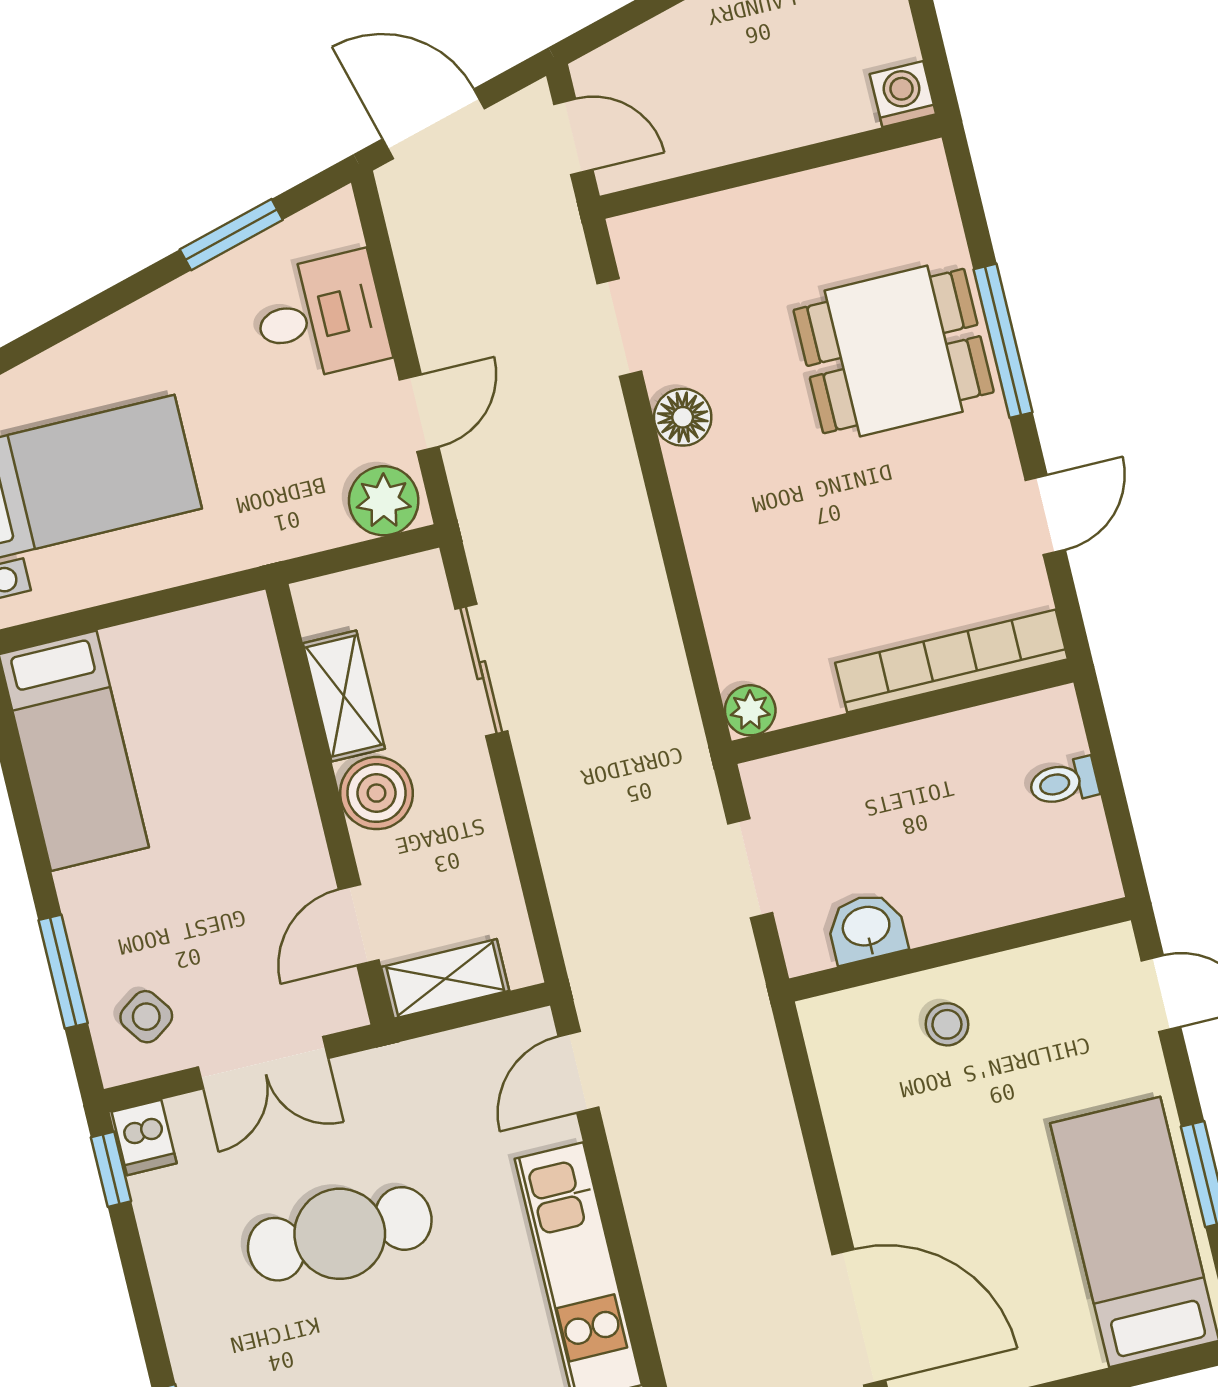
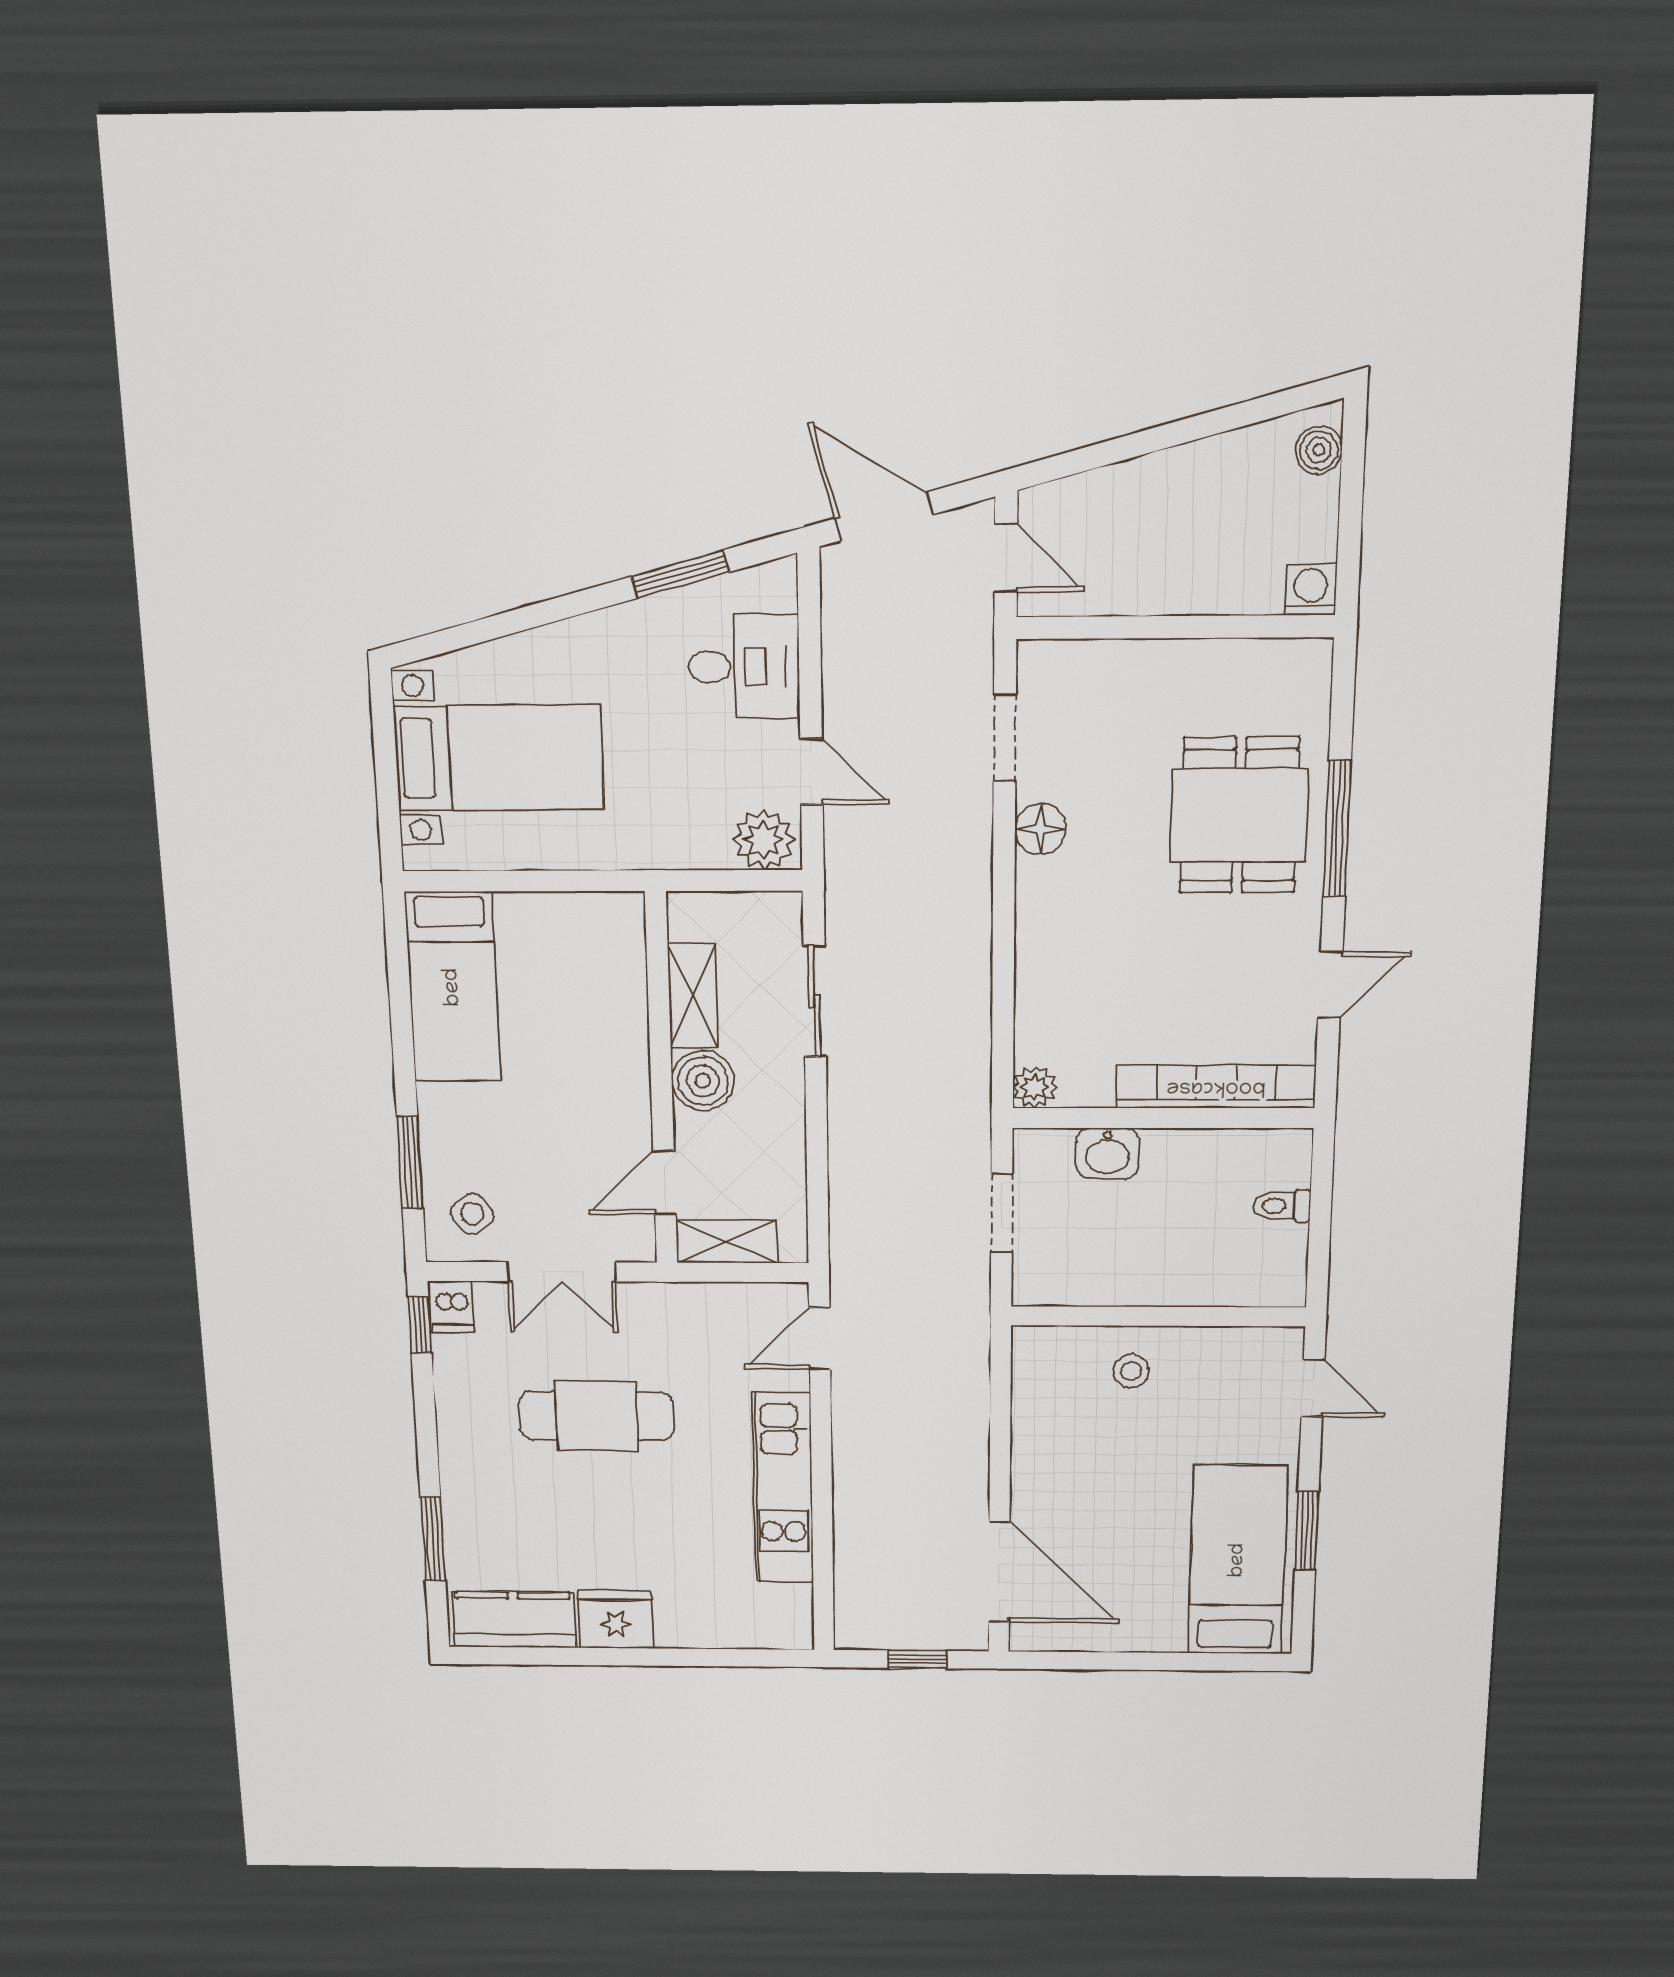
dining table: (894, 351) -> (1239, 815), turned 90
door: (419, 413) -> (811, 771), hinge flipped
washbasin: (866, 928) -> (1108, 1153), moved, turned 180

